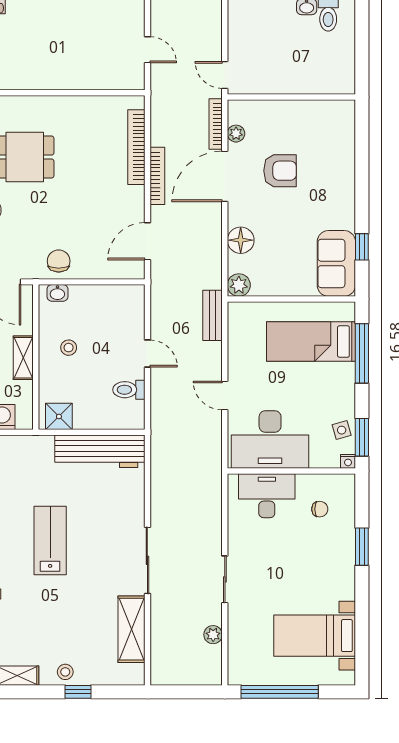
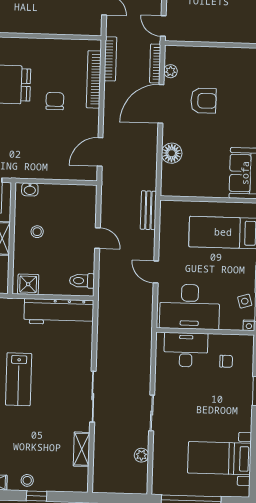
bookcase: (157, 176) -> (110, 59), moved
chair: (59, 261) -> (55, 101), moved
plant: (239, 285) -> (169, 188), removed
toilet: (129, 390) -> (82, 281), moved
lab bench: (50, 541) -> (19, 379), turned 180
shelving: (132, 629) -> (82, 449), width x0.67, depth x0.75

